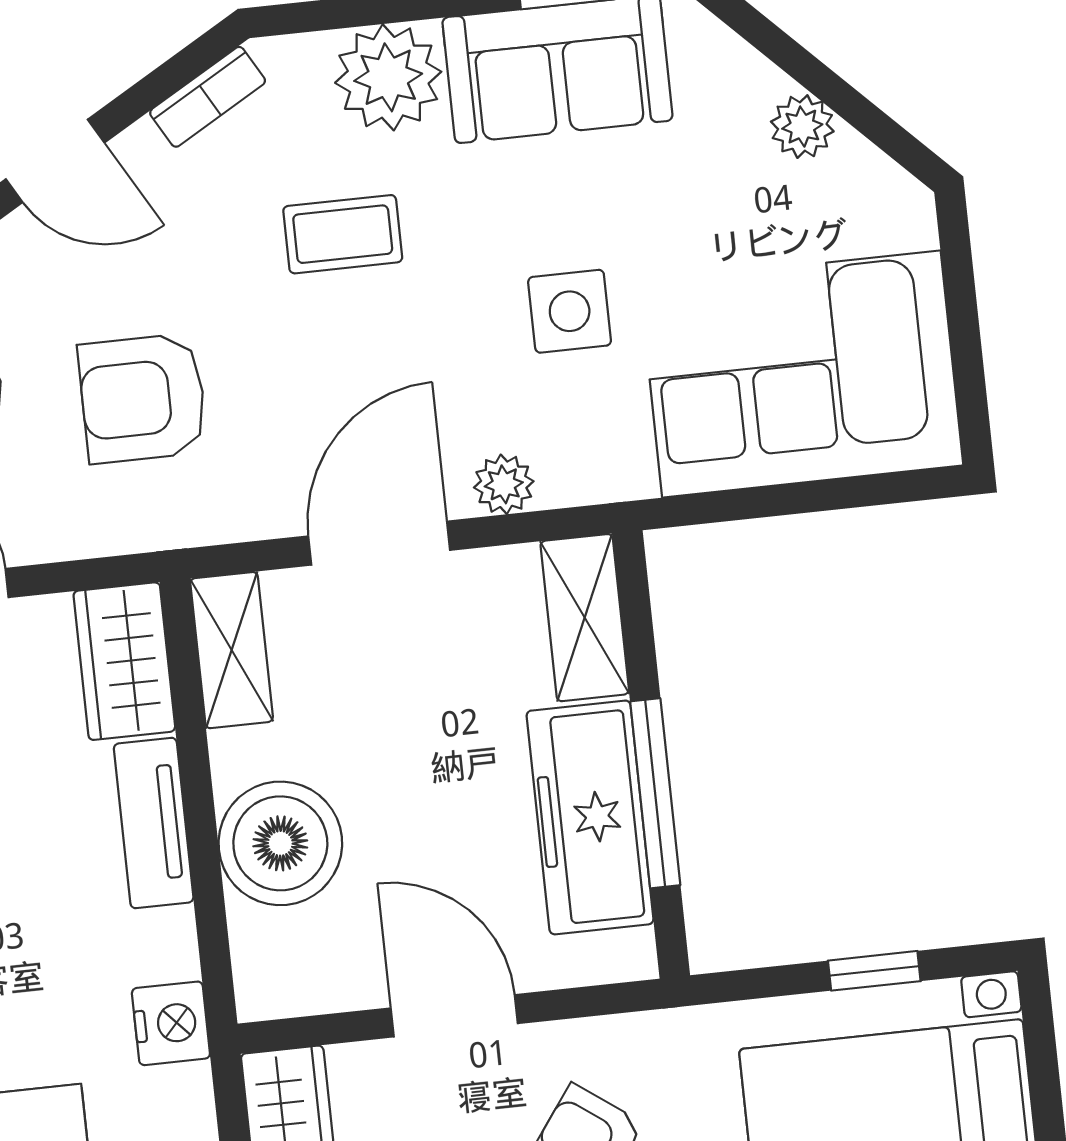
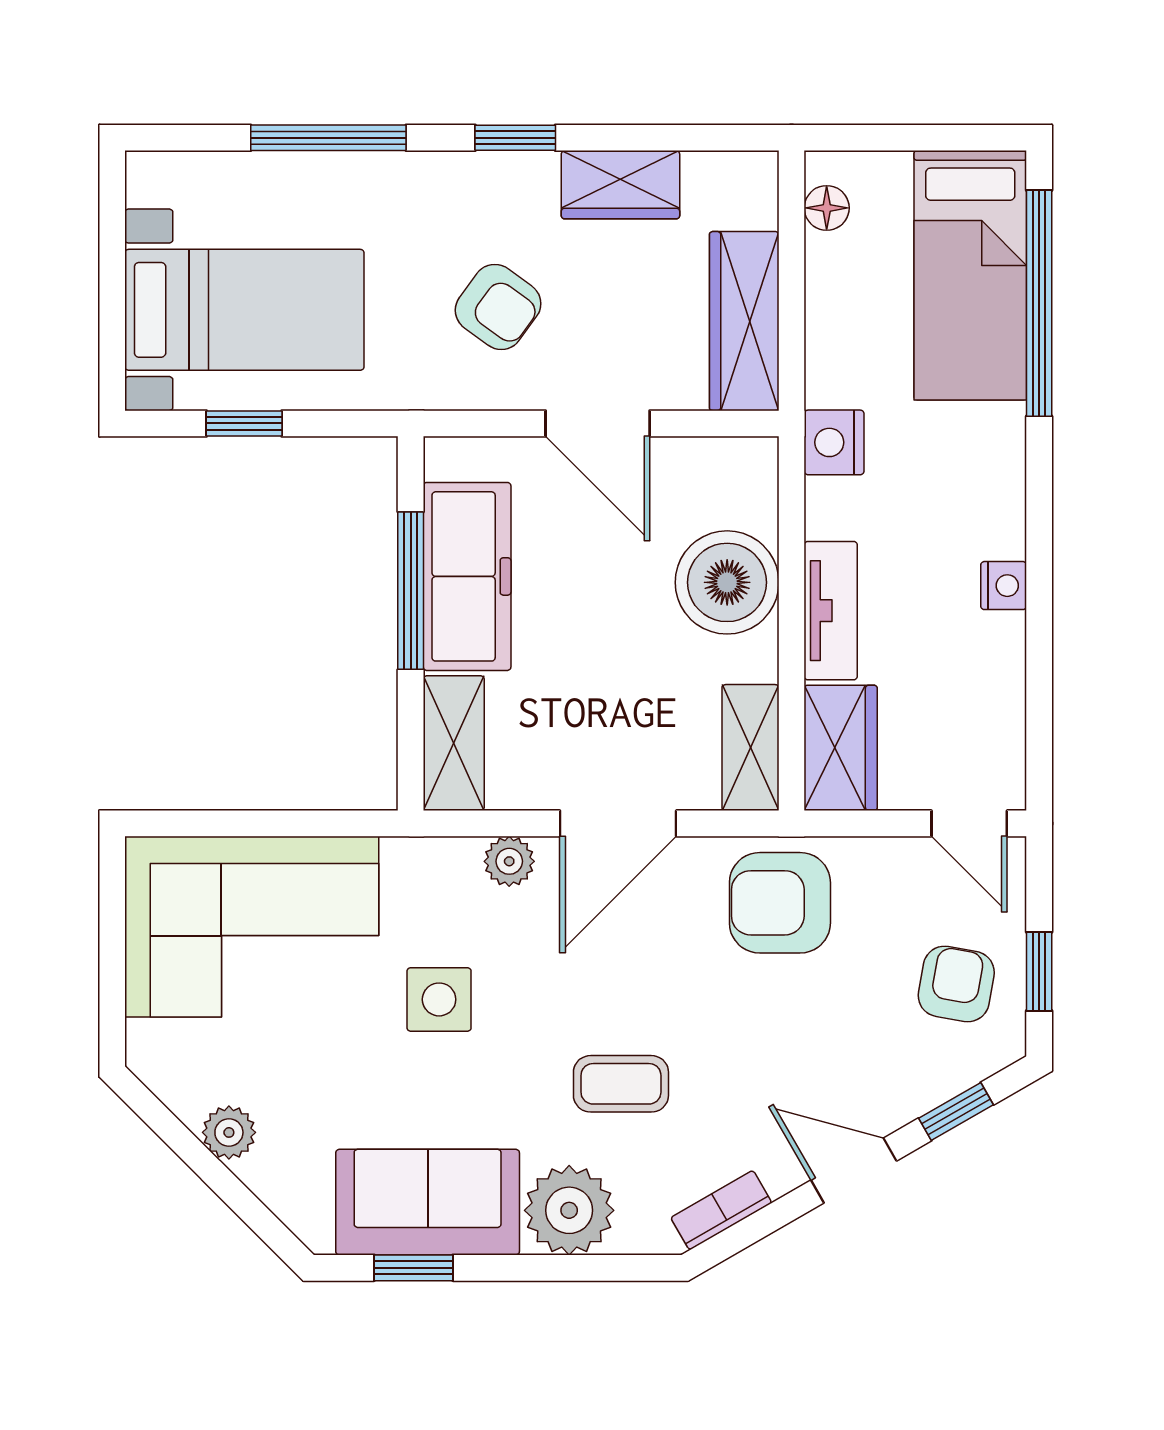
armchair: (143, 398) -> (780, 903), moved, turned 180

